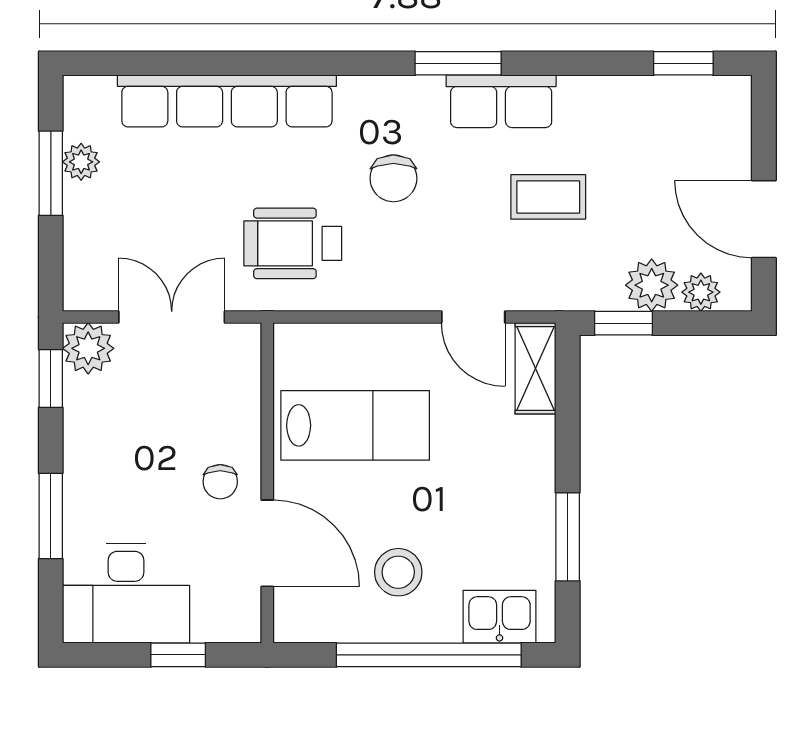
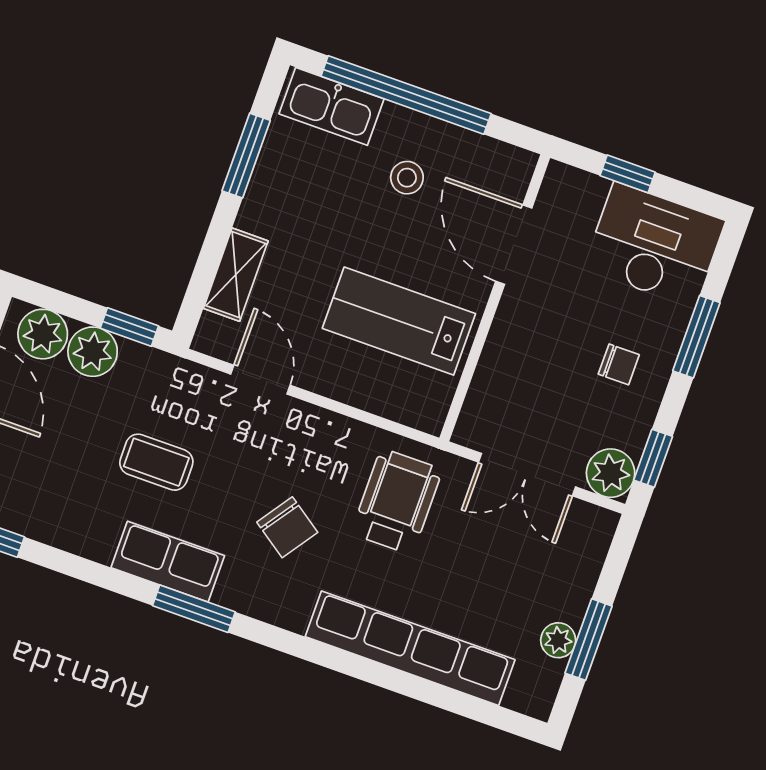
chair: (393, 178) -> (287, 527), turned 125
wheelchair: (293, 243) -> (397, 502), turned -90
plant: (701, 292) -> (43, 334), width x1.38, depth x1.38
shelving: (535, 368) -> (236, 275), moved
chair: (220, 482) -> (619, 364), moved, turned 90
stool: (398, 572) -> (407, 178), width x0.73, depth x0.73
kitchen sink: (500, 617) -> (331, 106), width x1.38

